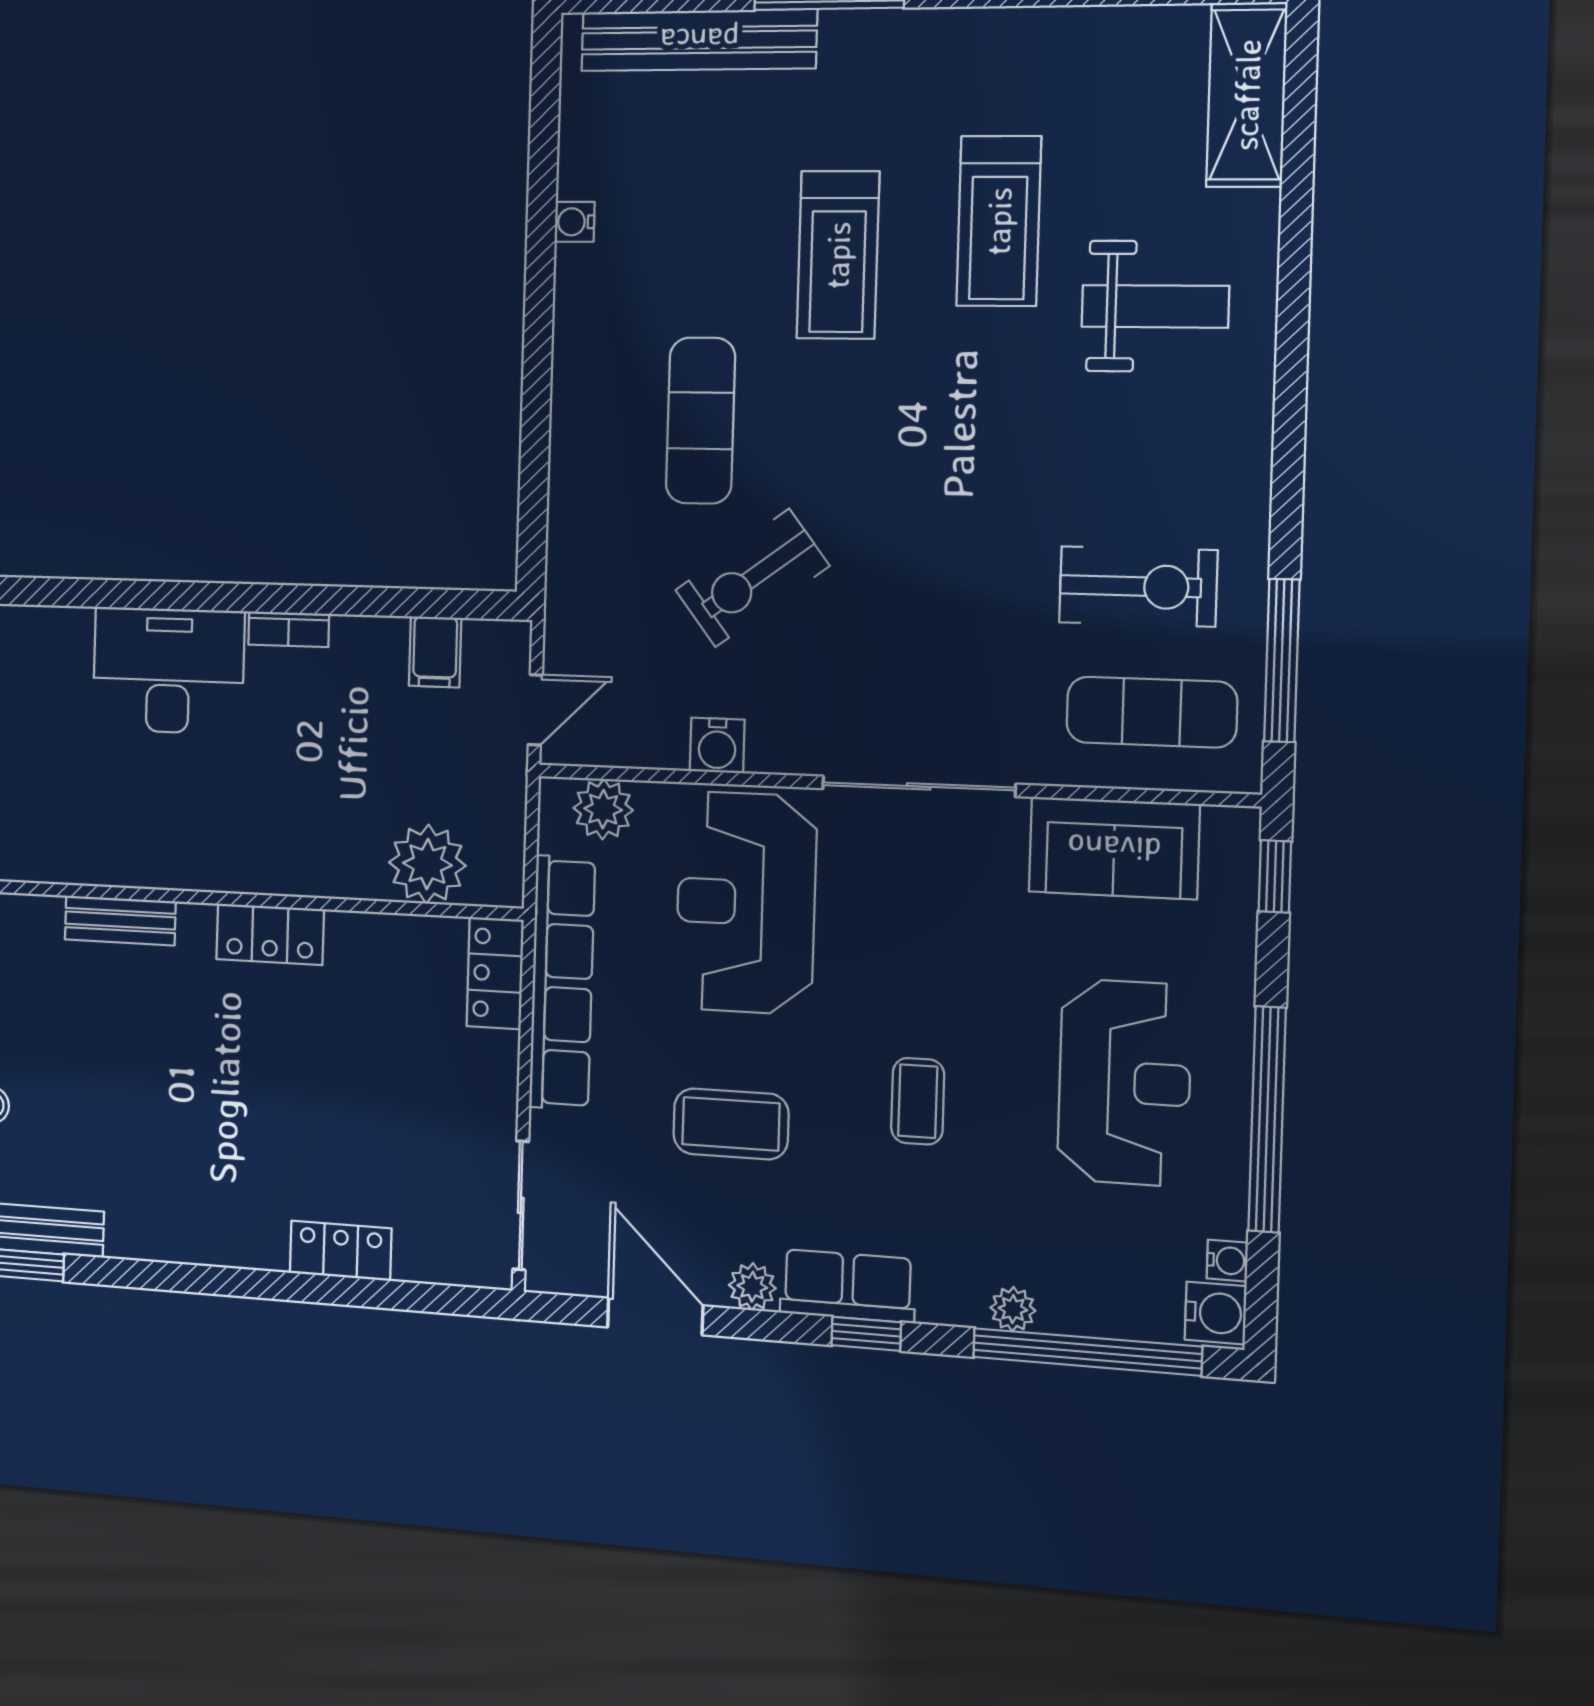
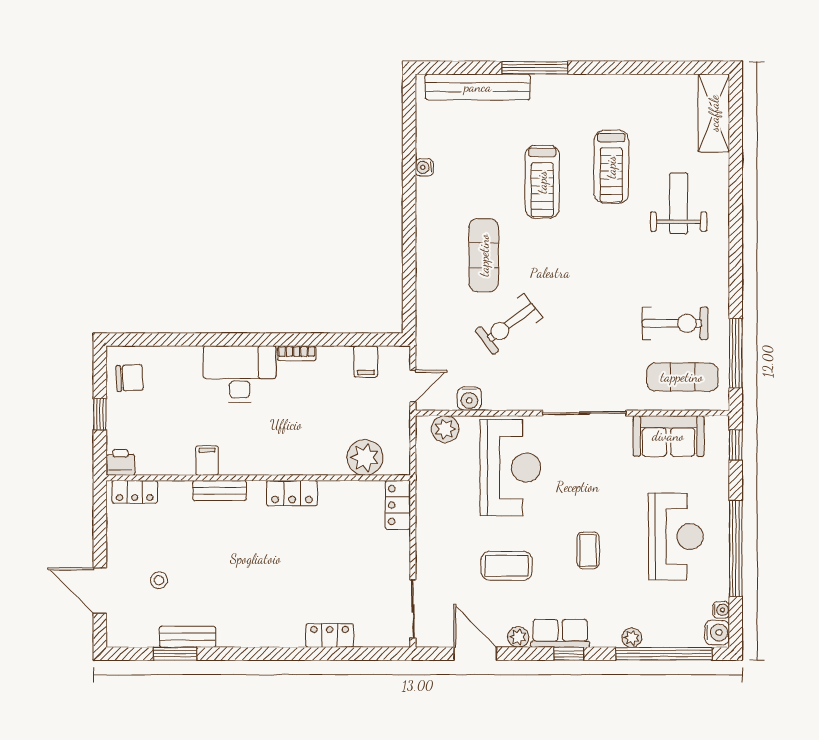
weight bench: (1155, 306) -> (679, 203), turned -90
water cooler: (717, 745) -> (469, 399), moved
filing cabinet: (96, 854) -> (207, 461), added
reception desk: (746, 903) -> (510, 468), turned 180
row of seats: (562, 983) -> (429, 508), removed

